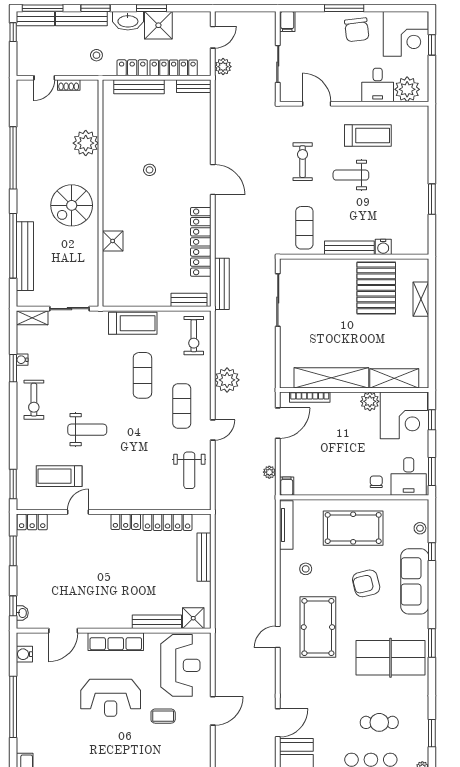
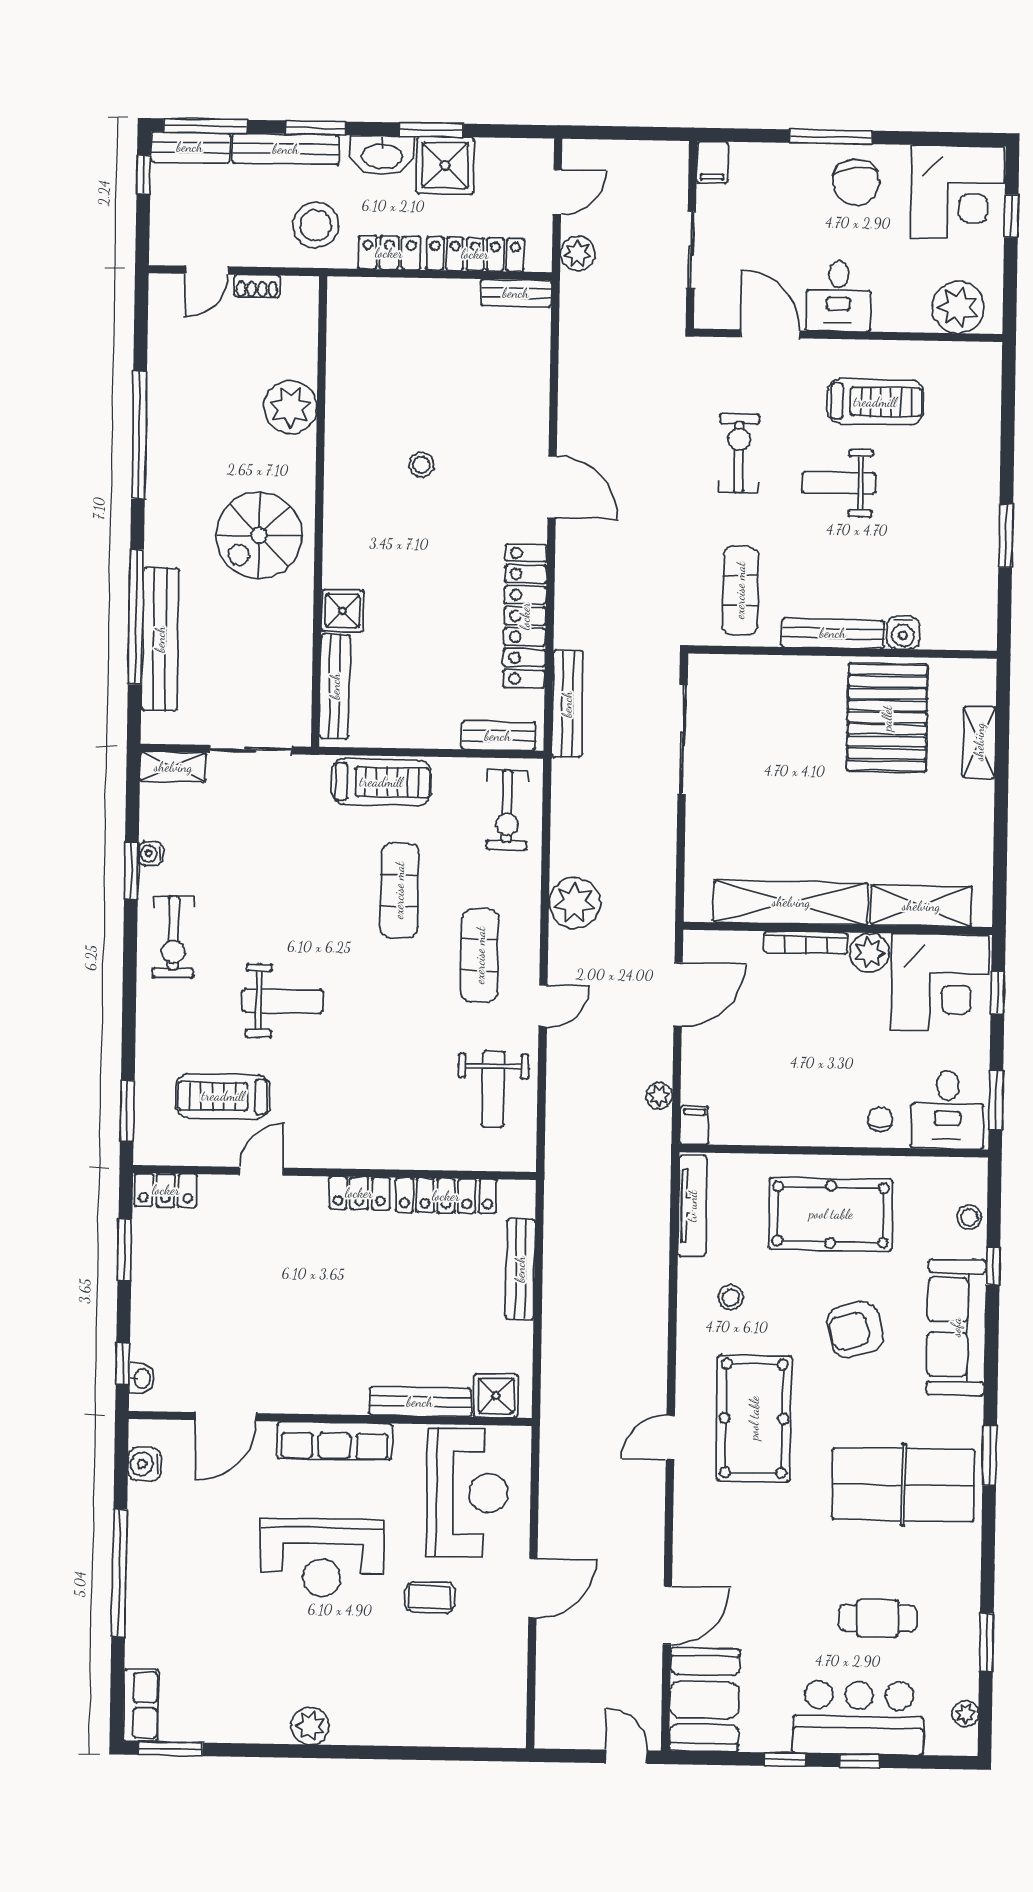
stool: (96, 55) -> (316, 225), width x1.89, depth x1.89
desk: (378, 85) -> (838, 296), moved
bench: (139, 87) -> (335, 686), moved, turned 90
bookcase: (310, 397) -> (806, 943), moved

